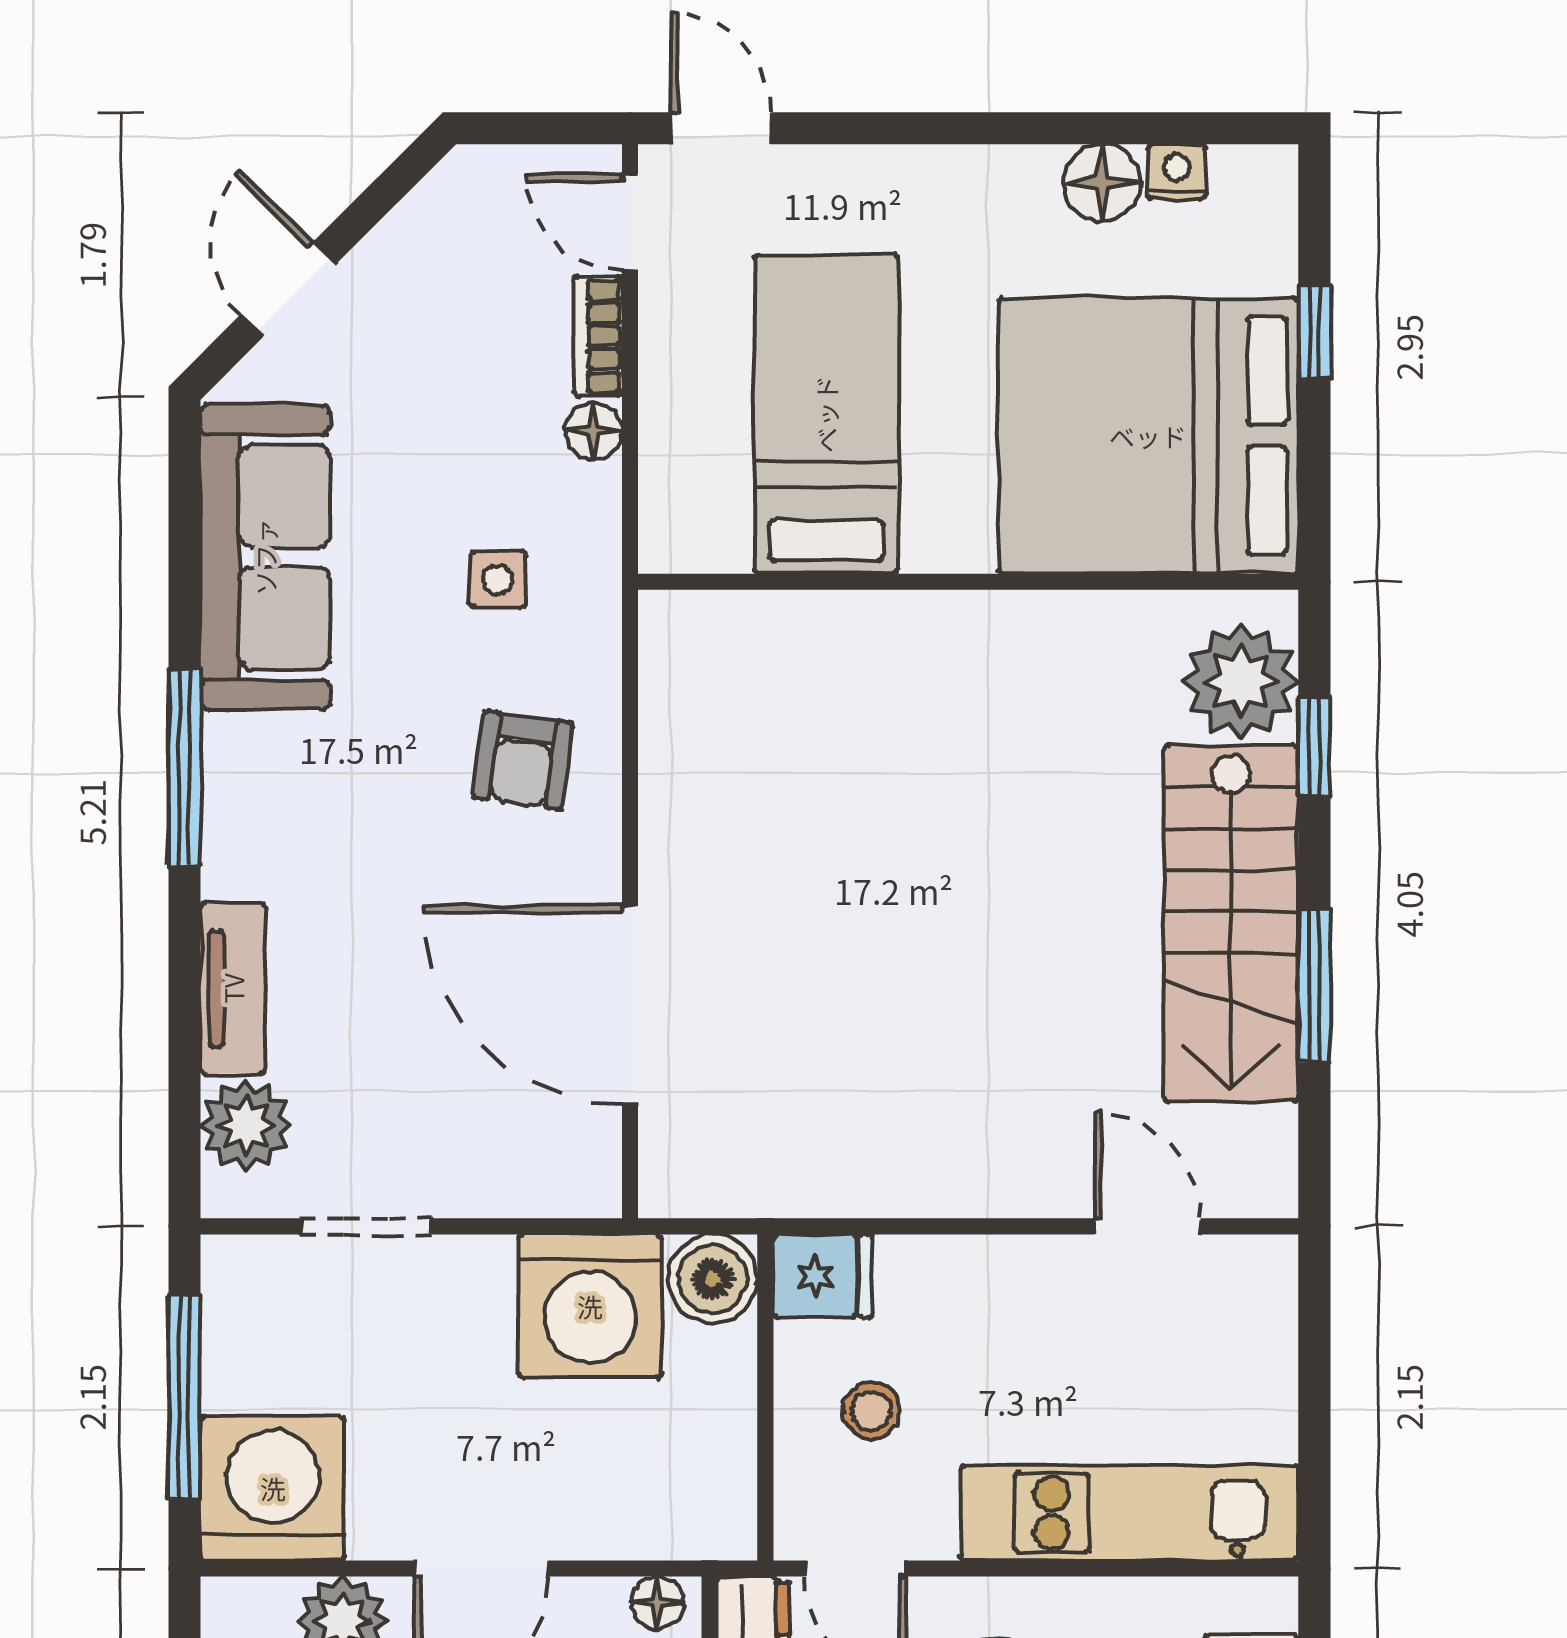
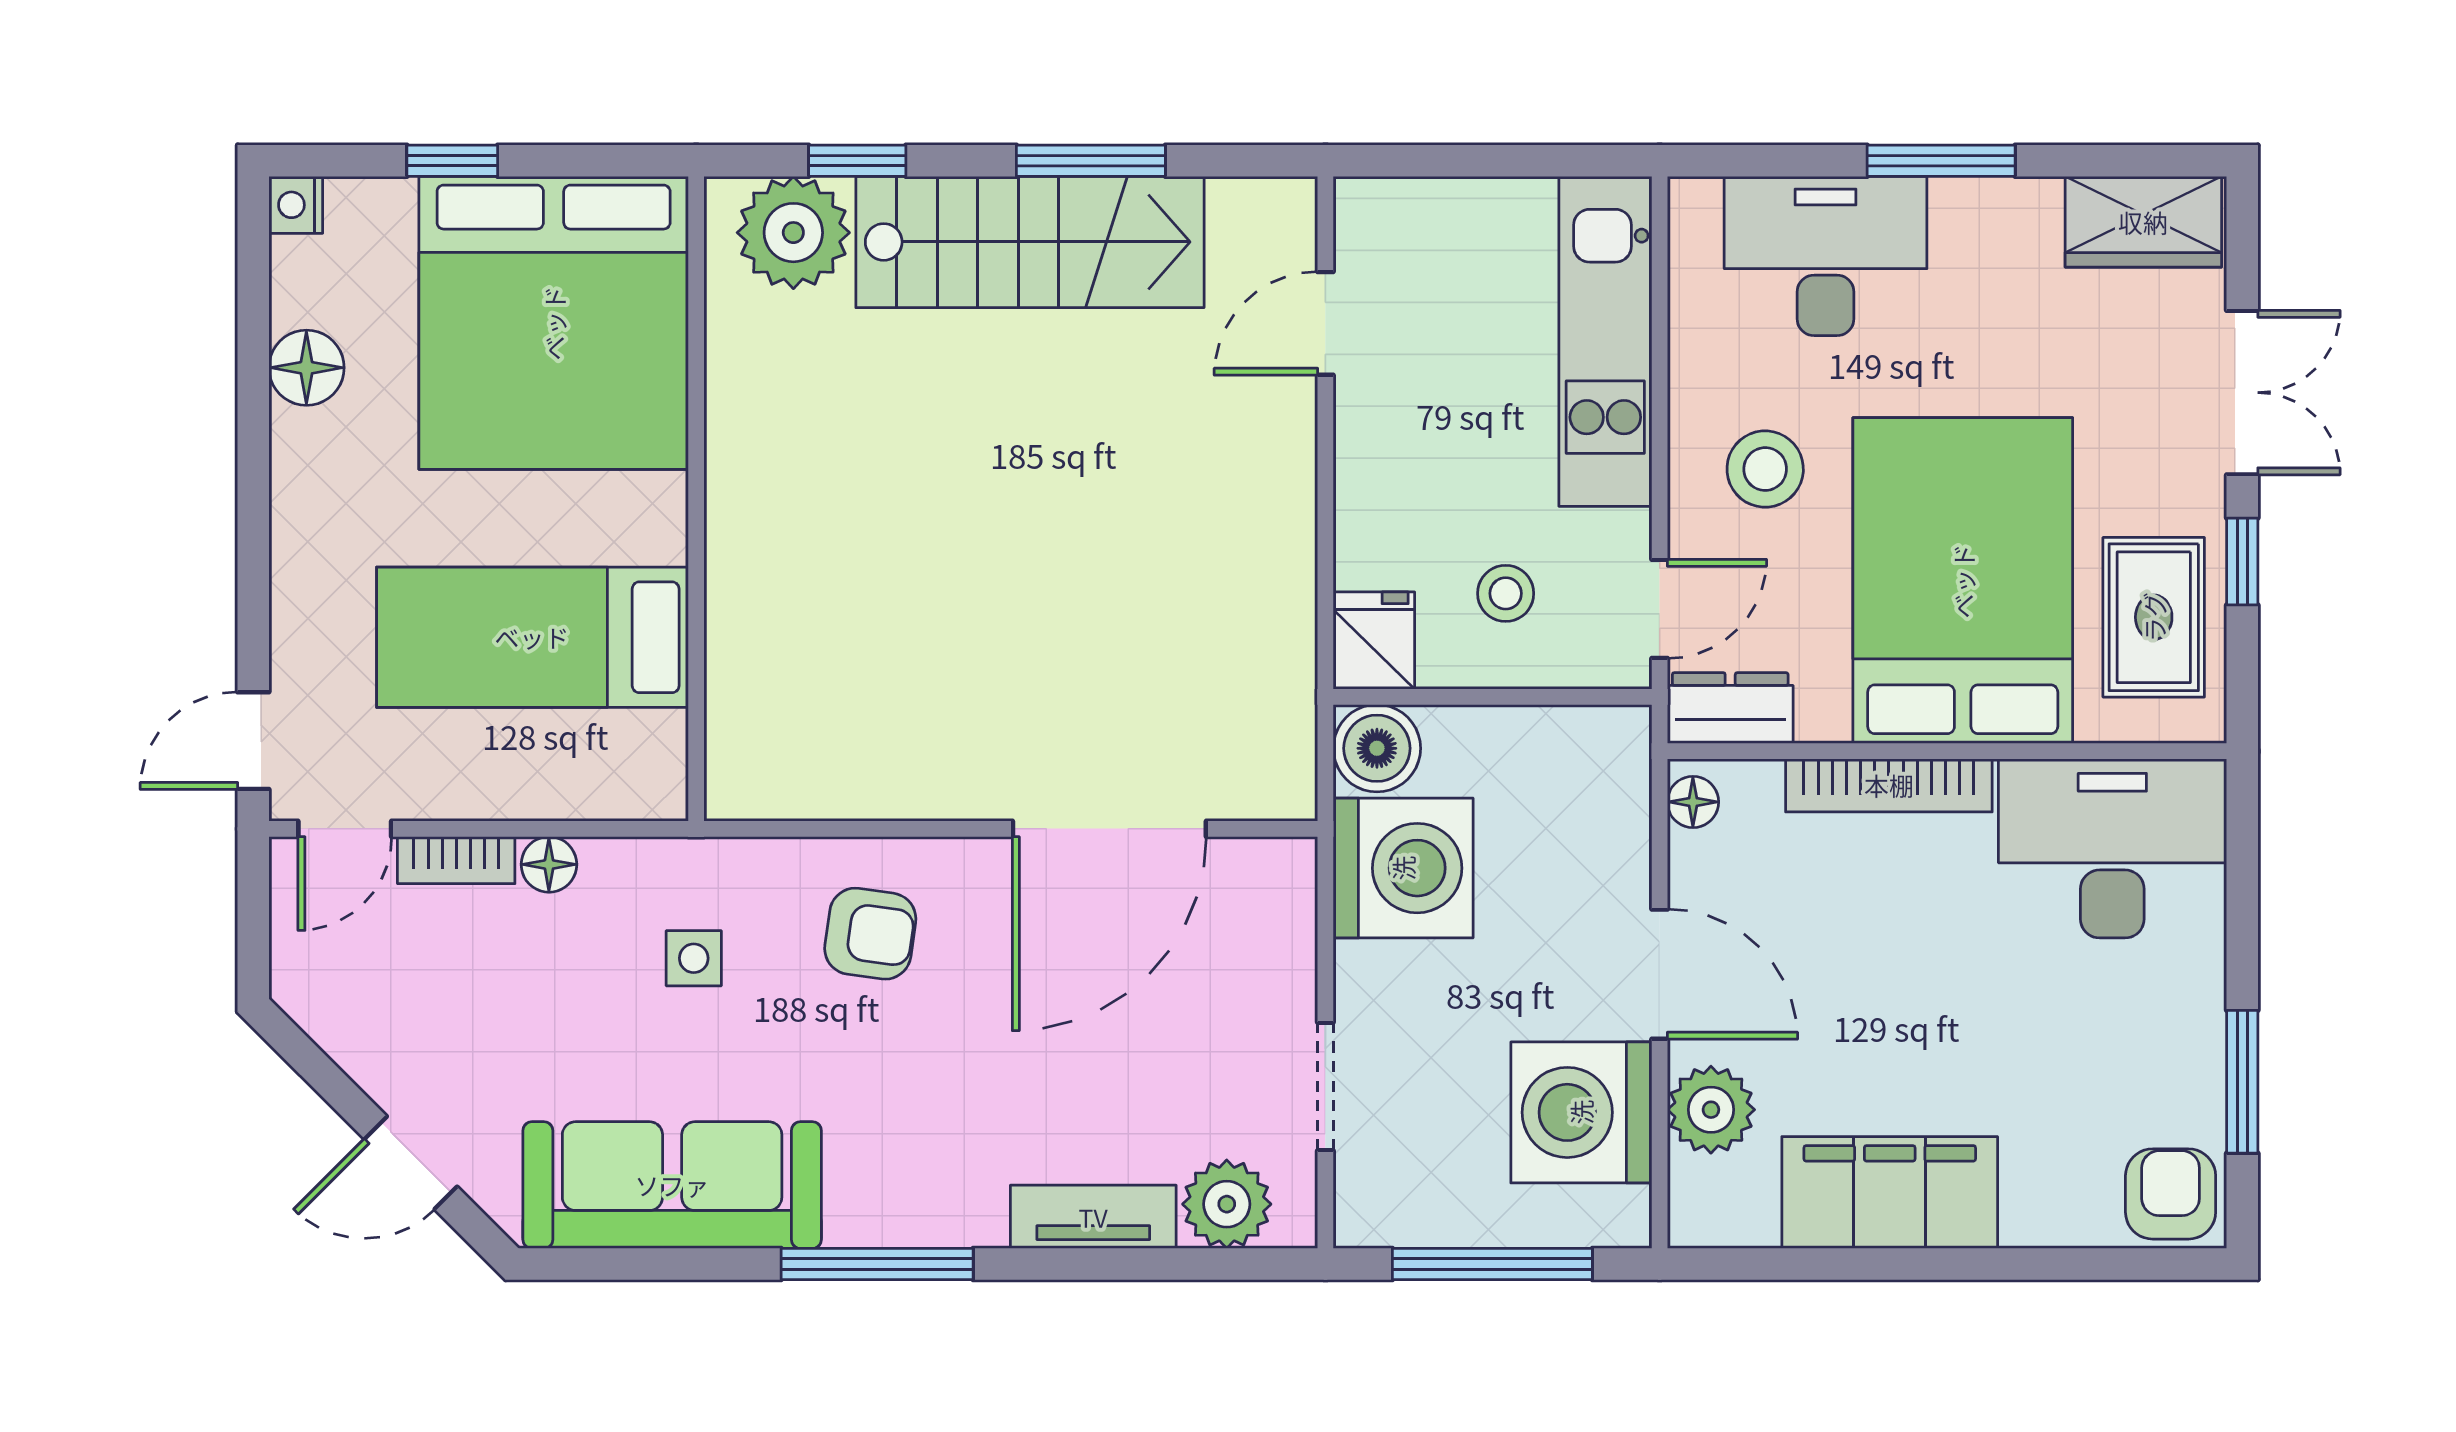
nightstand: (1177, 172) -> (296, 205), moved
washing machine: (273, 1488) -> (1581, 1112), moved

